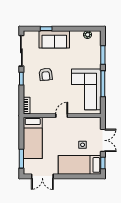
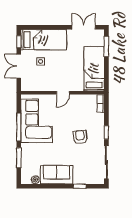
sofa: (54, 39) -> (57, 175), moved

